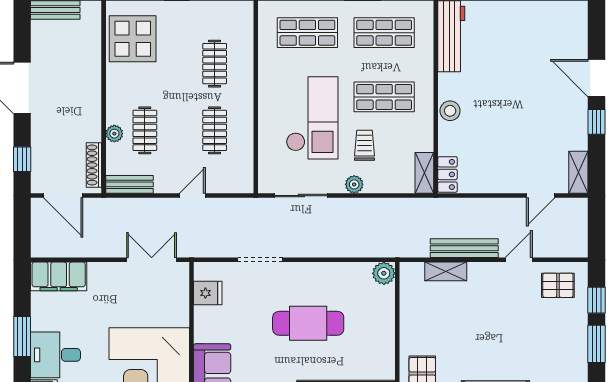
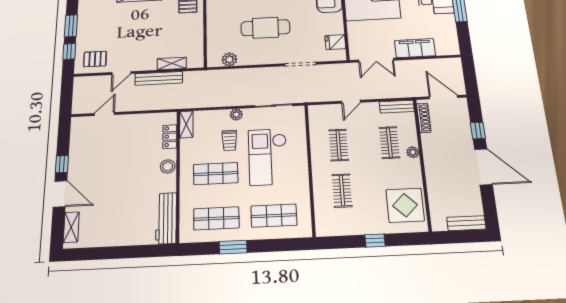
plant: (114, 134) -> (413, 152), moved
window: (22, 159) -> (478, 131), moved
shelving: (578, 172) -> (71, 227), moved
locker: (447, 174) -> (170, 137), moved
plant: (384, 273) -> (229, 59), moved
filing cabinet: (59, 276) -> (415, 48), moved

